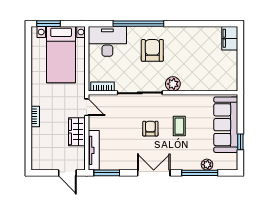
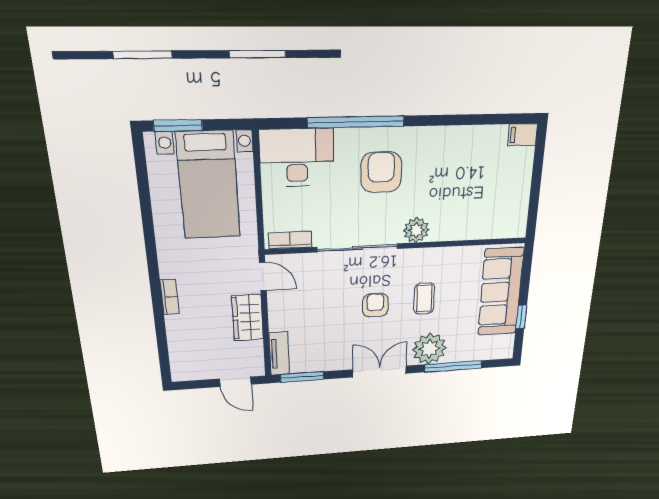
filing cabinet: (230, 38) -> (523, 135), width x0.50
tv unit: (94, 150) -> (279, 353), width x0.71
plant: (207, 165) -> (429, 349), moved, width x1.87, depth x1.87

